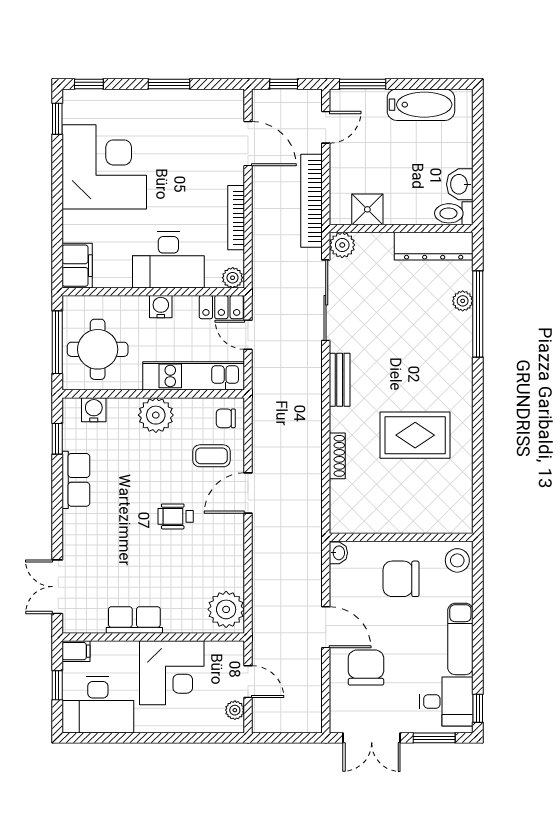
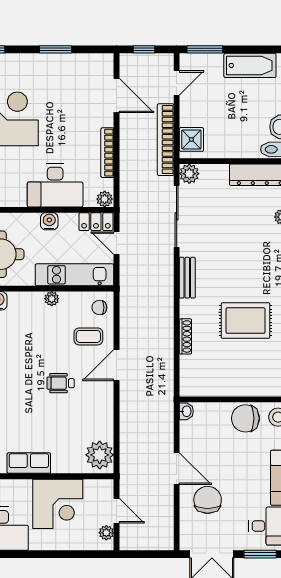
shower: (367, 209) -> (191, 139), moved
plant: (156, 415) -> (52, 299), width x0.53, depth x0.53
chair: (401, 579) -> (245, 418), moved

